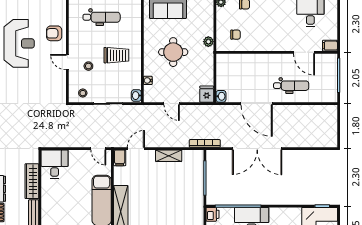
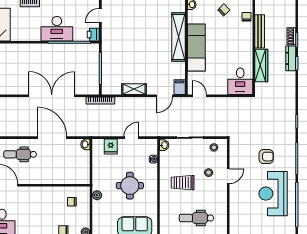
armchair: (54, 33) -> (266, 157), moved
door: (67, 62) -> (228, 176), hinge flipped
fridge: (207, 94) -> (111, 146), moved
door: (172, 104) -> (131, 138), hinge flipped

